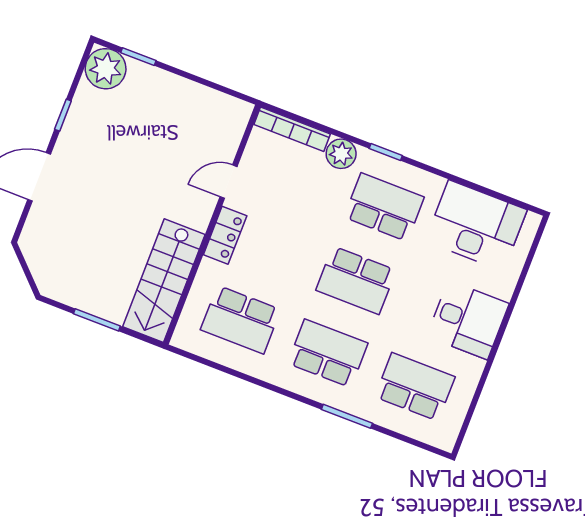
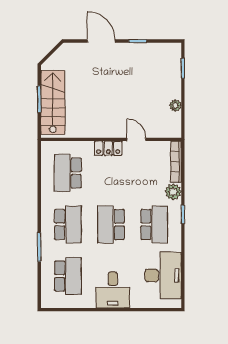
plant: (106, 69) -> (175, 105), moved, width x0.53, depth x0.53
stairs: (164, 281) -> (53, 102), moved, turned 90

